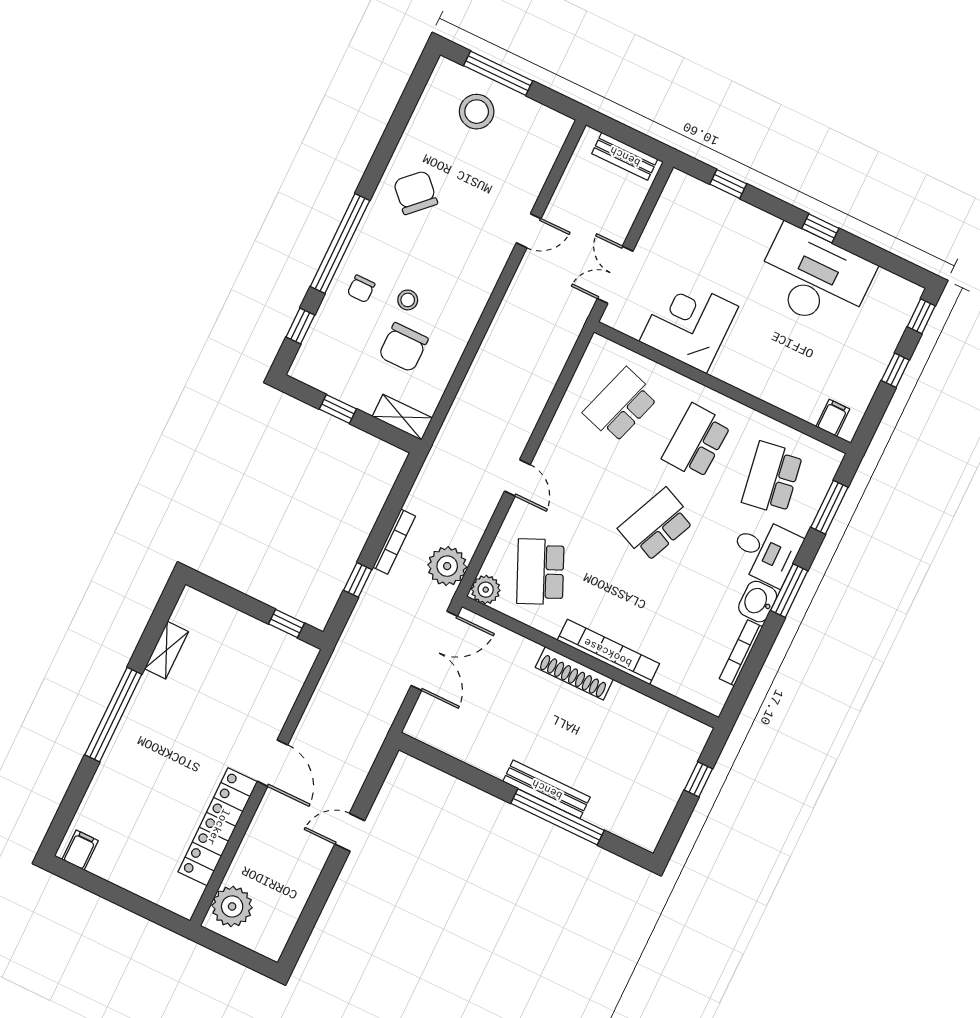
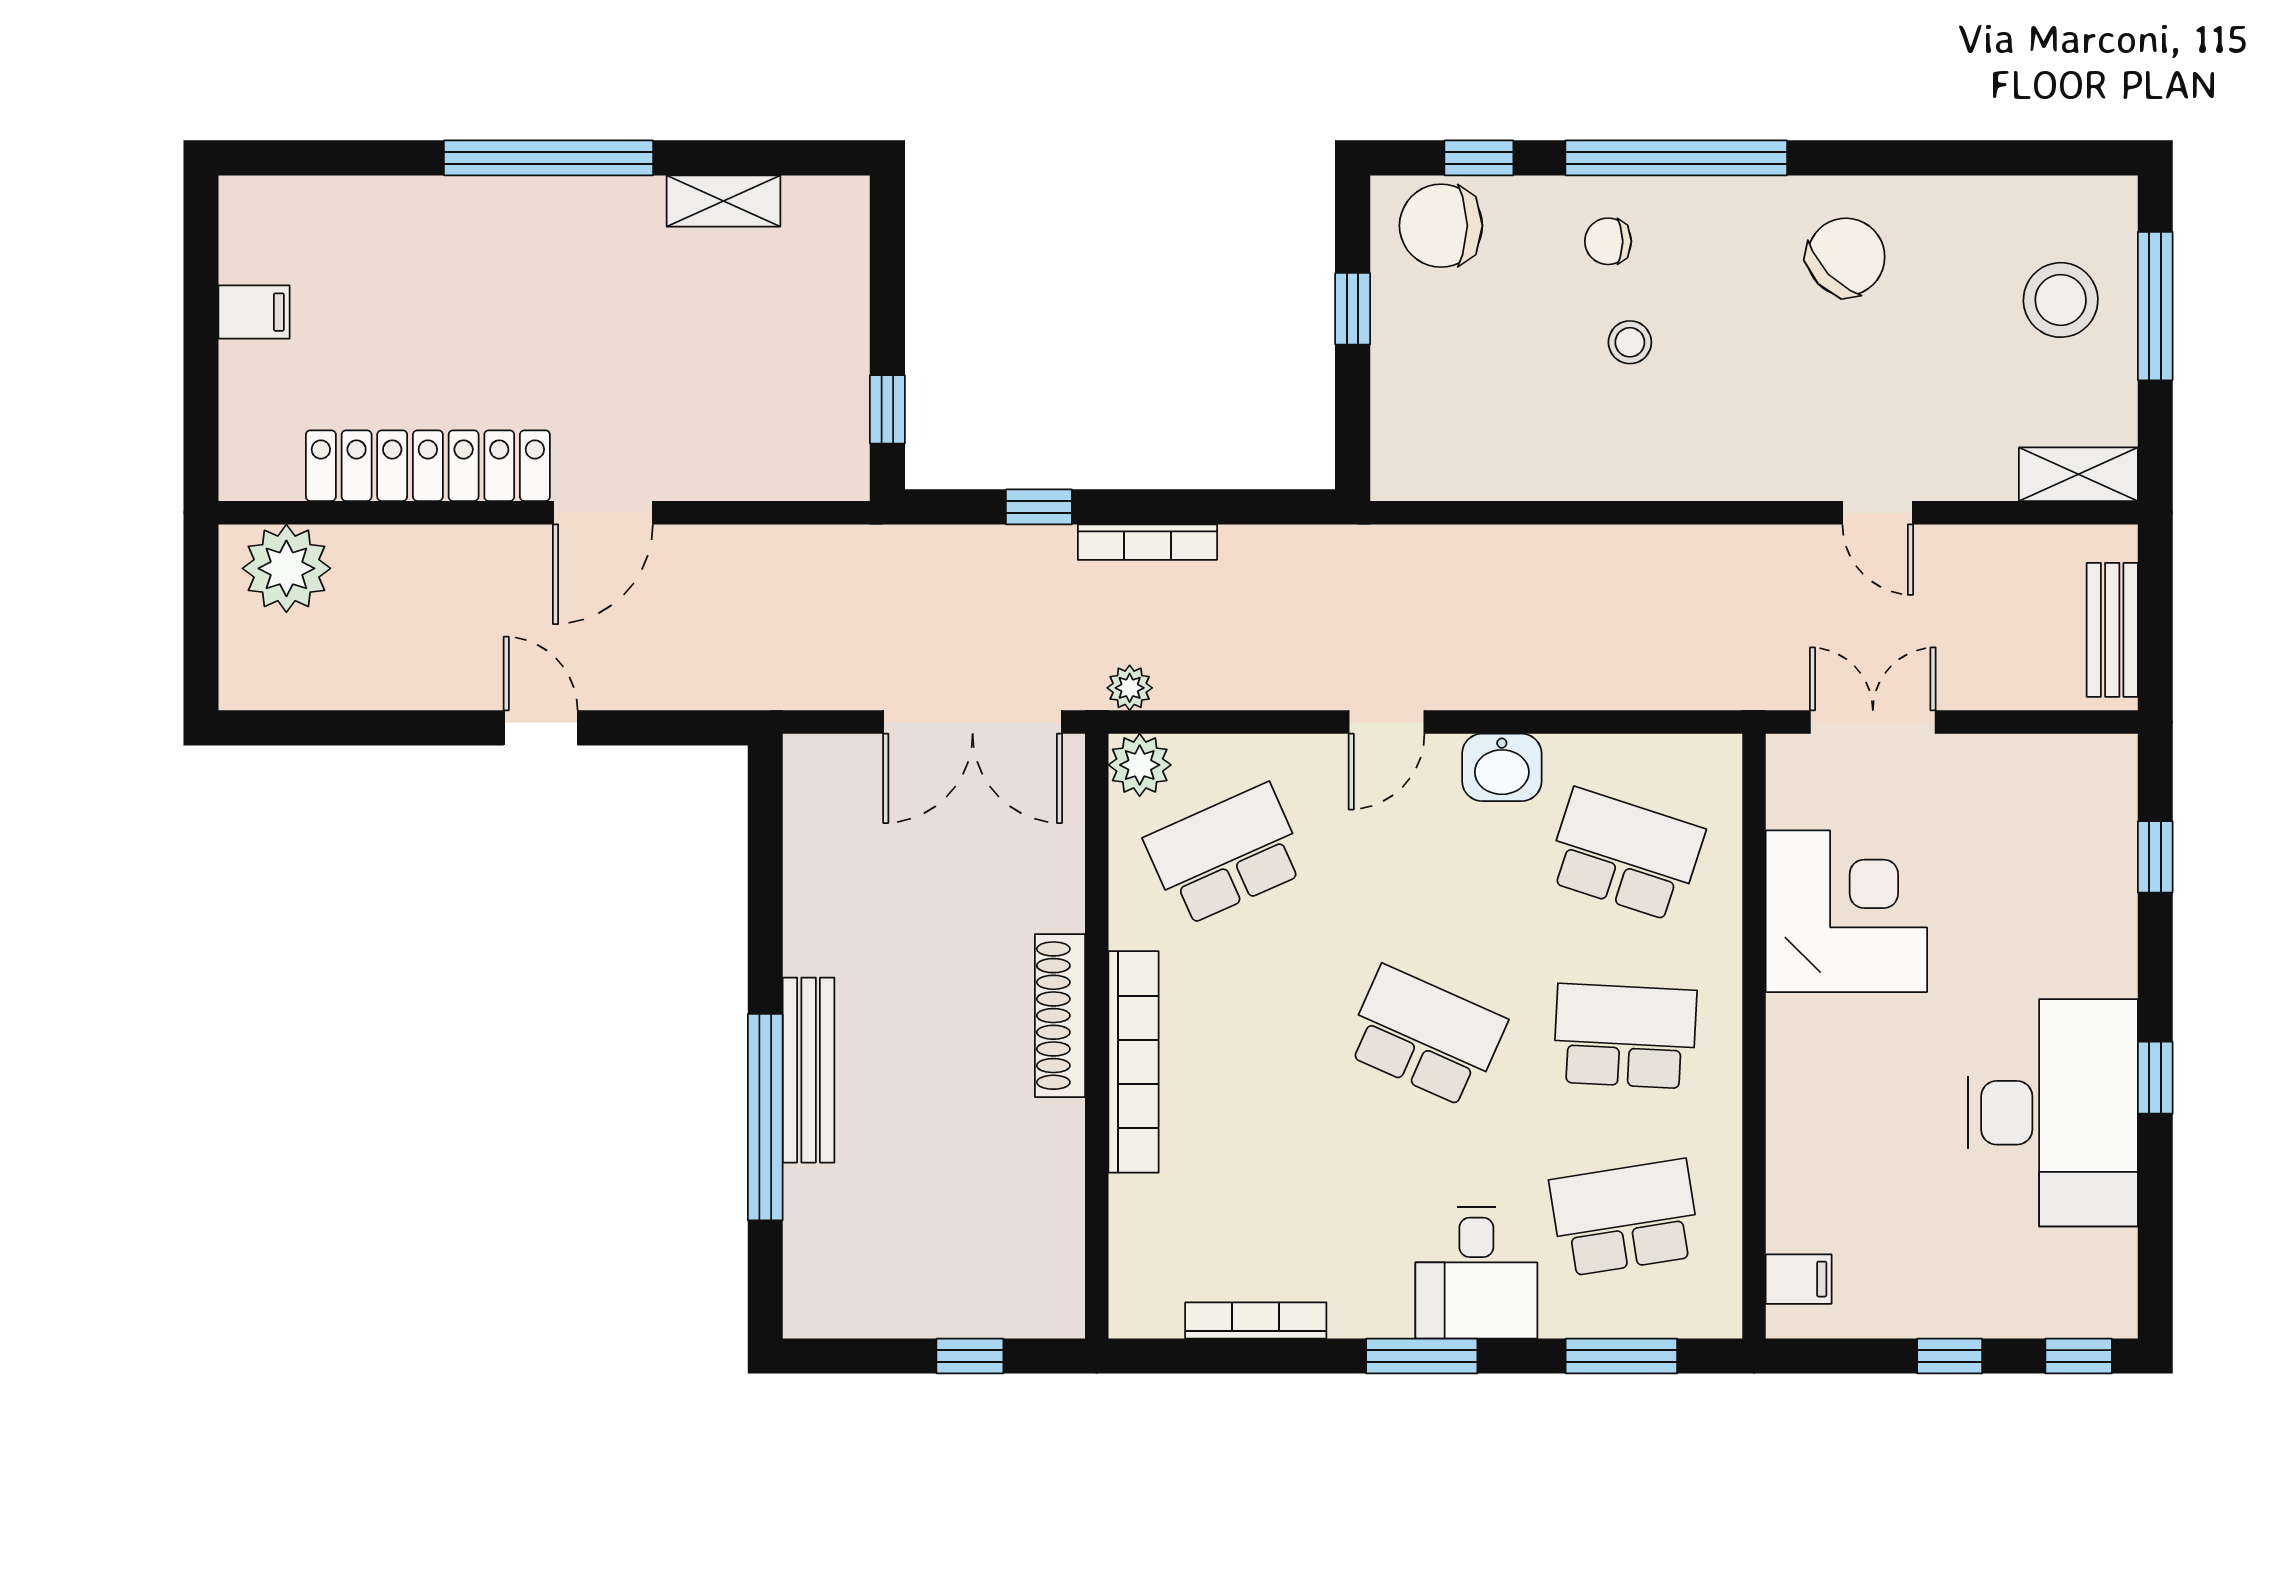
chair: (403, 347) -> (1441, 226), moved
shelving: (402, 417) -> (2078, 474), moved, turned 90
plant: (447, 566) -> (1130, 688), width x0.53, depth x0.53
washbasin: (758, 602) -> (1502, 767), moved, turned 180
filing cabinet: (80, 850) -> (254, 312), moved

